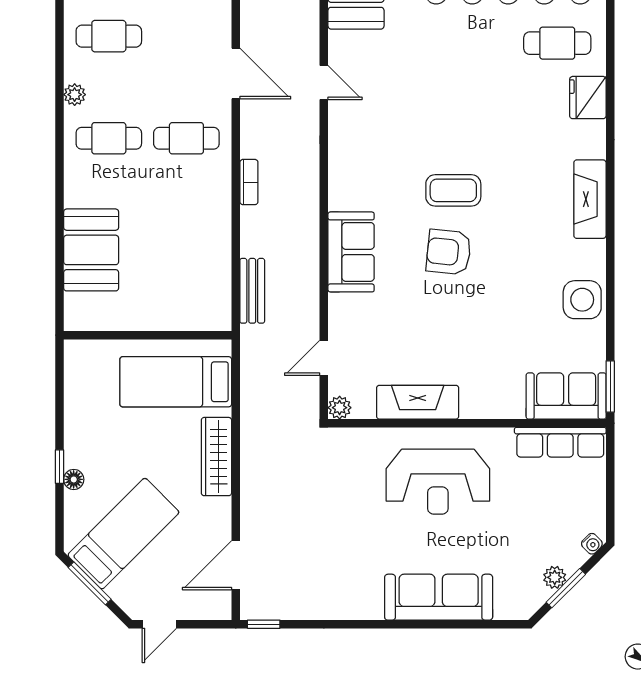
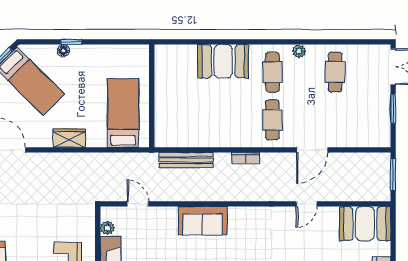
booth: (91, 250) -> (223, 61), moved
bench: (252, 291) -> (186, 160), width x1.36
plant: (340, 408) -> (107, 228), moved
wardrobe: (216, 457) -> (69, 138), width x0.67

